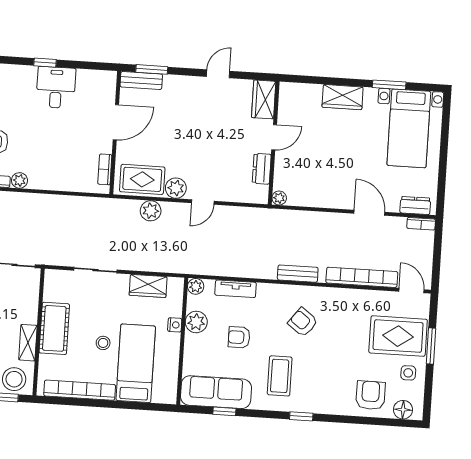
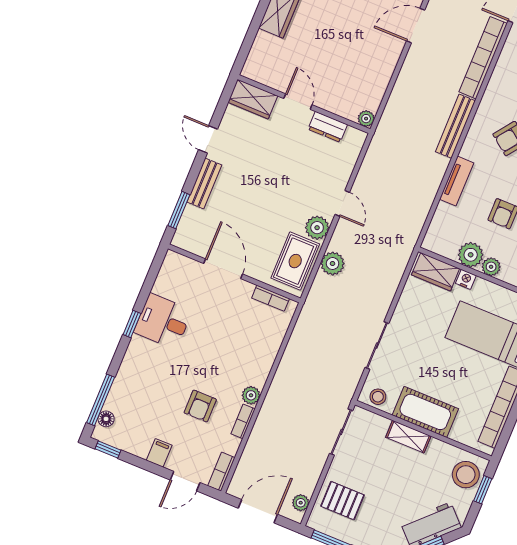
bench: (141, 80) -> (204, 184), moved
bench: (298, 274) -> (455, 126), width x1.36
wardrobe: (148, 286) -> (436, 272), moved, turned 90
plant: (196, 286) -> (491, 267), moved
tv unit: (236, 289) -> (457, 181), moved
shelving: (28, 343) -> (408, 437), moved
stool: (103, 343) -> (378, 397), moved

